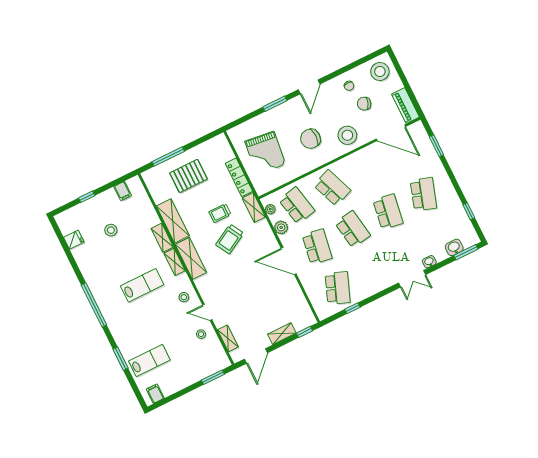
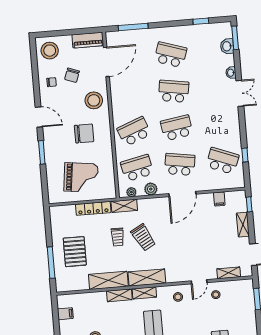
chair: (310, 139) -> (84, 133), turned -90
window: (436, 146) -> (133, 27), width x1.44
filing cabinet: (298, 300) -> (219, 199), added

